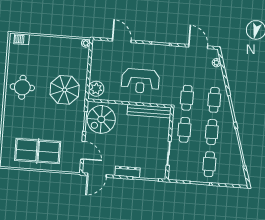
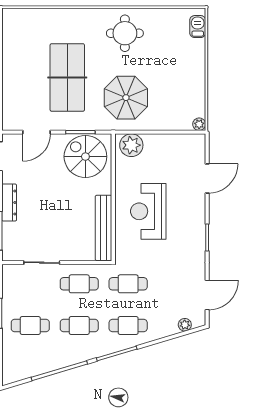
table tennis table: (38, 151) -> (67, 77), moved

